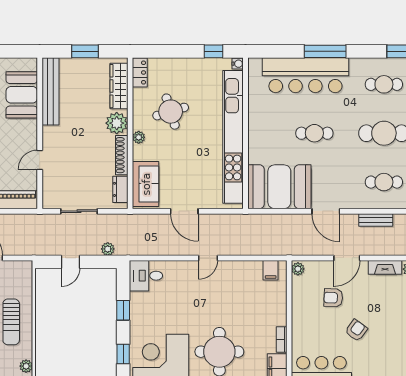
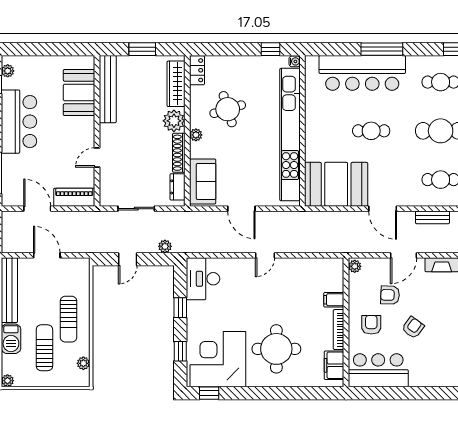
filing cabinet: (271, 270) -> (334, 300), moved, turned 90
desk: (146, 276) -> (203, 279), width x1.37
armchair: (314, 327) -> (371, 325), added
bookcase: (282, 340) -> (339, 330), width x1.56

